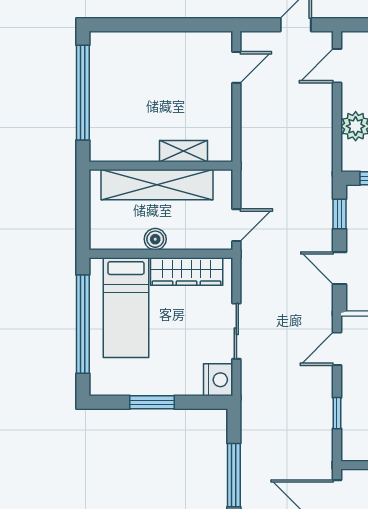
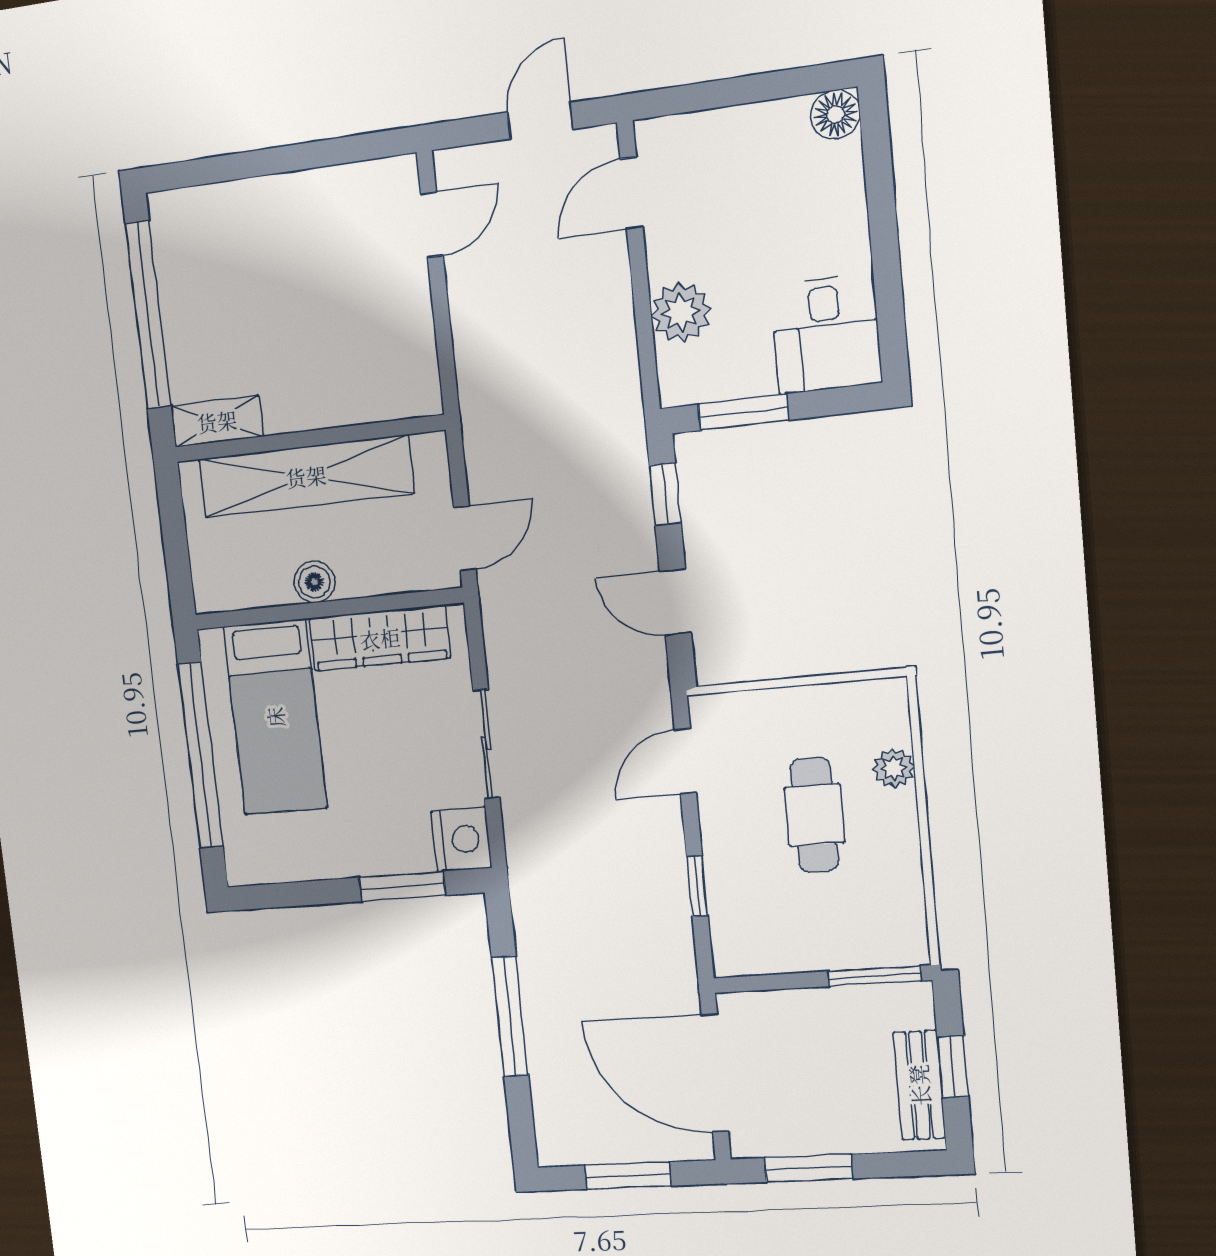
shelving: (183, 151) -> (217, 421), moved
window: (152, 402) -> (402, 886), moved

